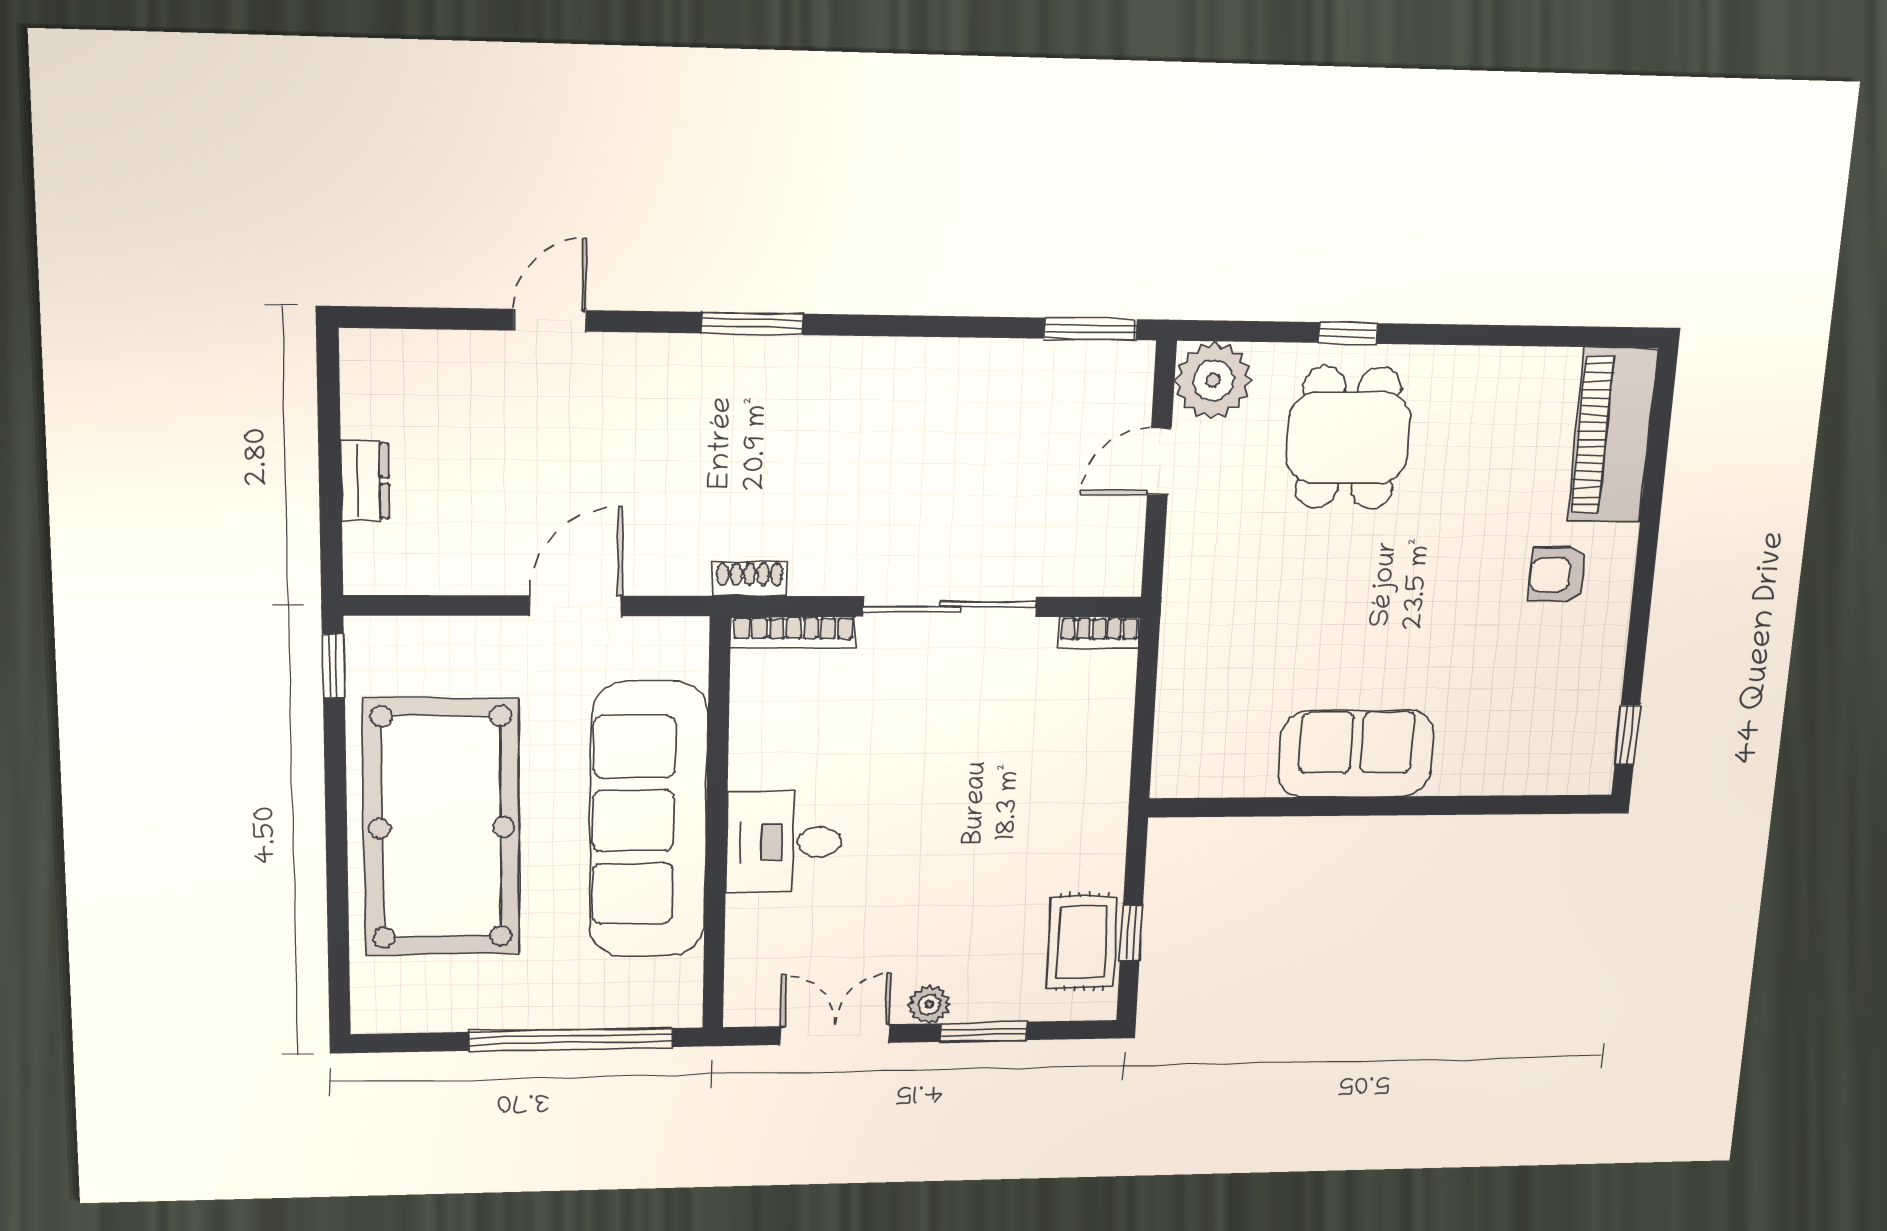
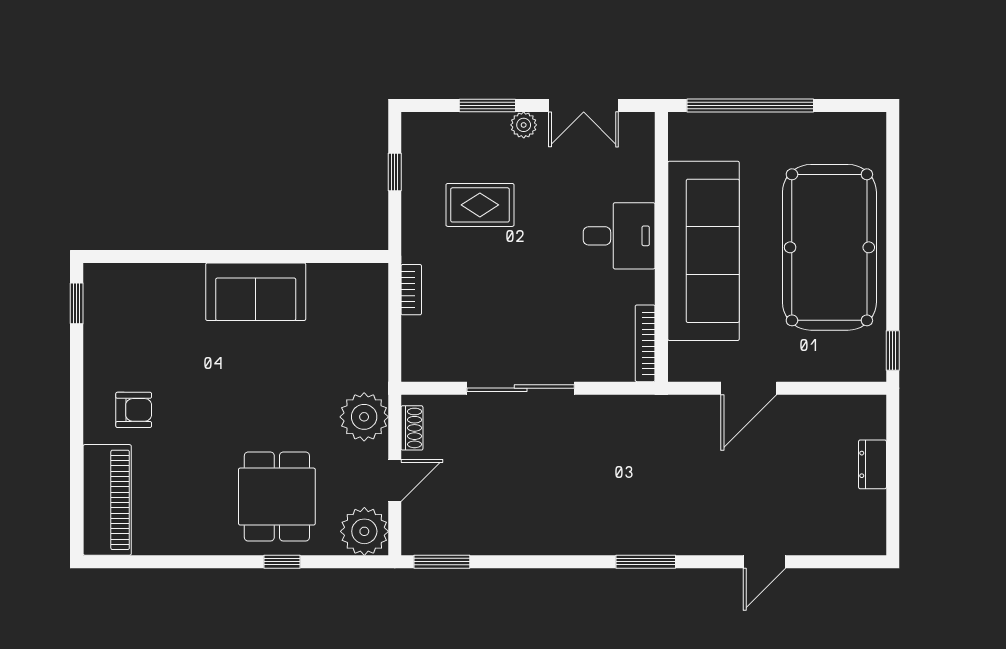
plant: (1202, 562) -> (364, 417), added
shoe rack: (750, 579) -> (412, 428), moved, turned -90
bookcase: (794, 632) -> (645, 343), moved, turned -90
bookcase: (1099, 633) -> (411, 290), moved, turned 90
rug: (1082, 942) -> (480, 205), moved, turned 90

